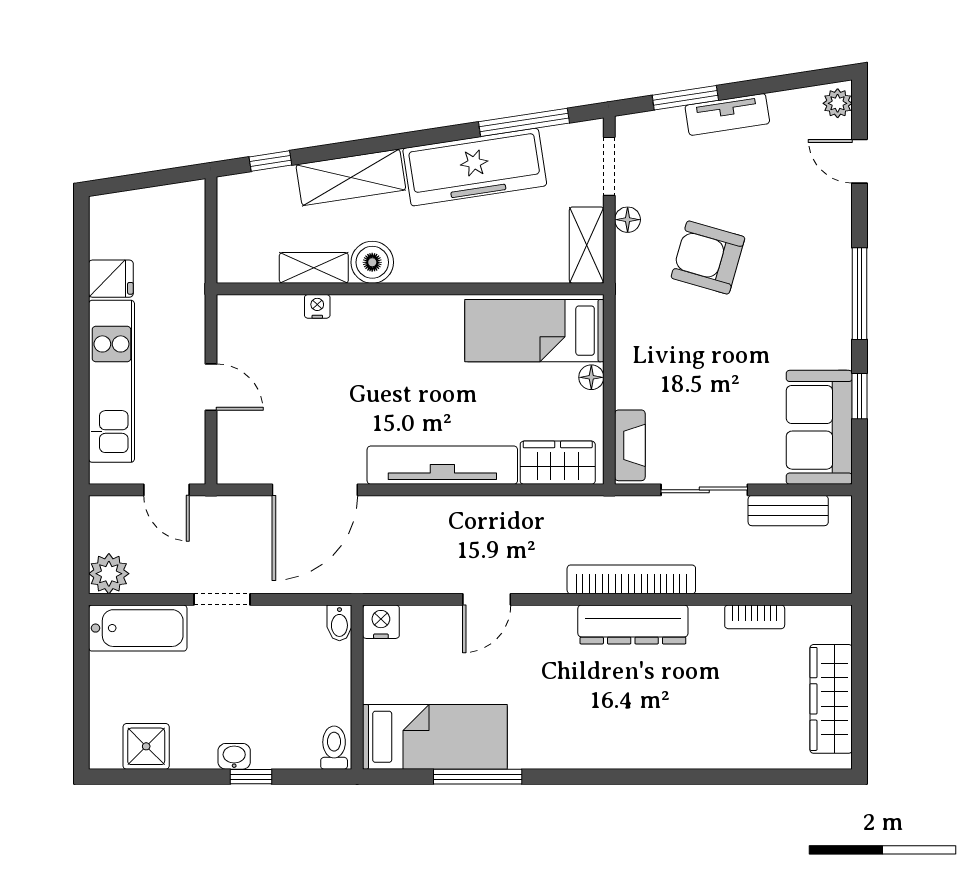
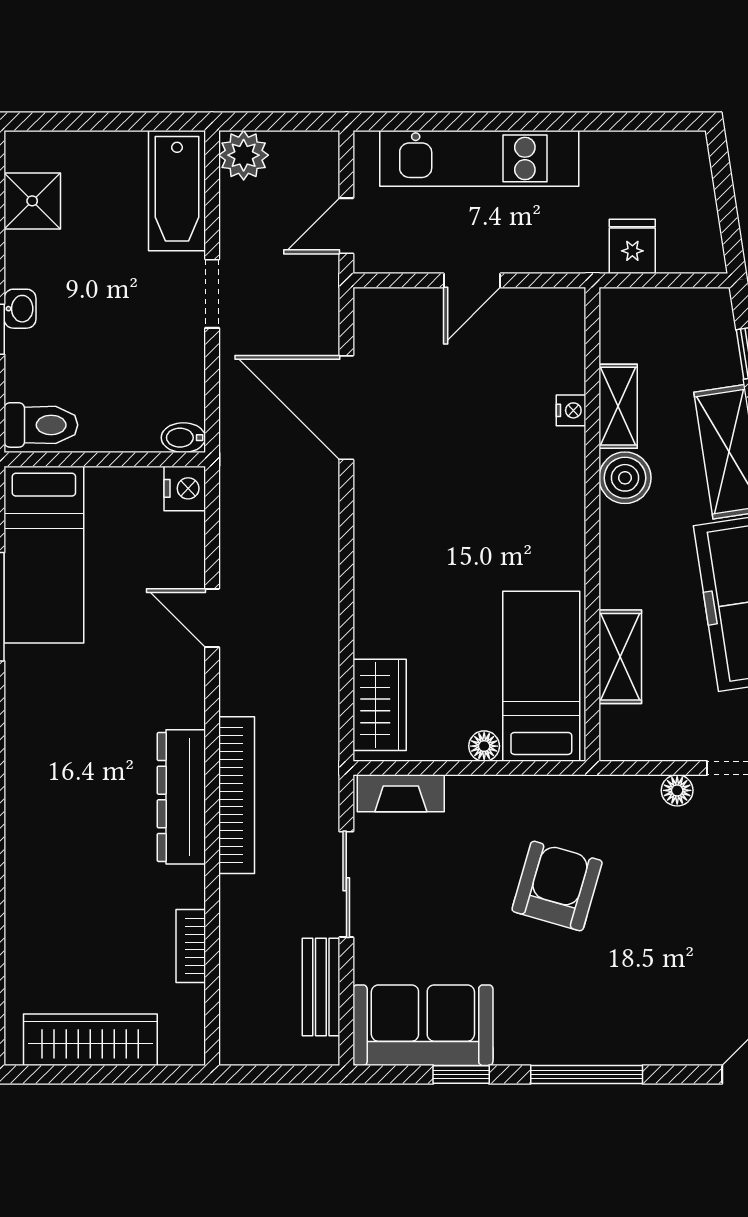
shelving: (587, 245) -> (620, 657), moved, turned 90
armchair: (708, 258) -> (557, 886), moved
fridge: (111, 279) -> (632, 246), moved, turned 180
tv unit: (442, 465) -> (377, 564), removed
toilet: (334, 748) -> (41, 425), width x1.37, depth x1.39

